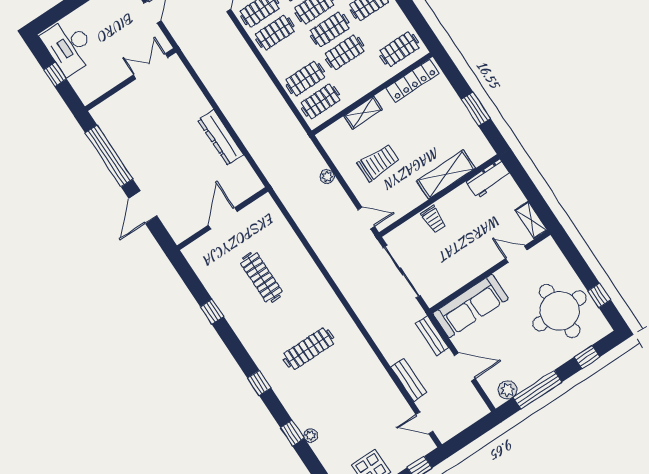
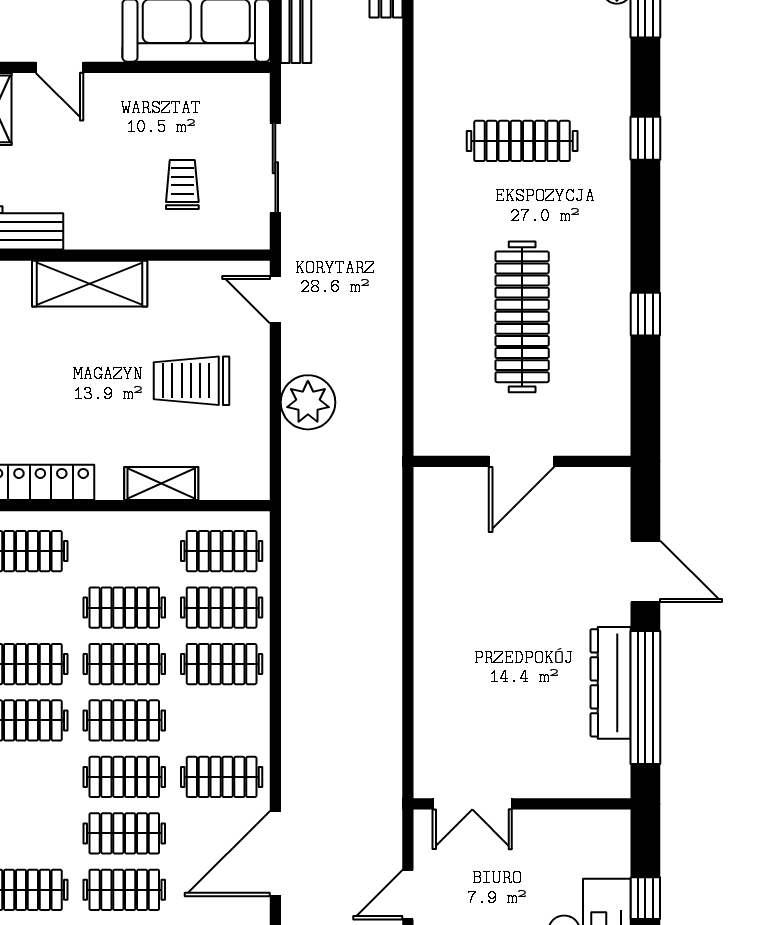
clothes rail: (275, 33) -> (222, 664), moved
dresser: (221, 138) -> (611, 683), moved, turned 180
plant: (327, 176) -> (308, 402), width x1.88, depth x1.88
door: (143, 207) -> (645, 571), hinge flipped
trolley: (433, 219) -> (182, 185), moved
sliding door: (402, 272) -> (275, 168), width x0.73
clothes rail: (261, 277) -> (522, 317), width x1.37, depth x1.31

